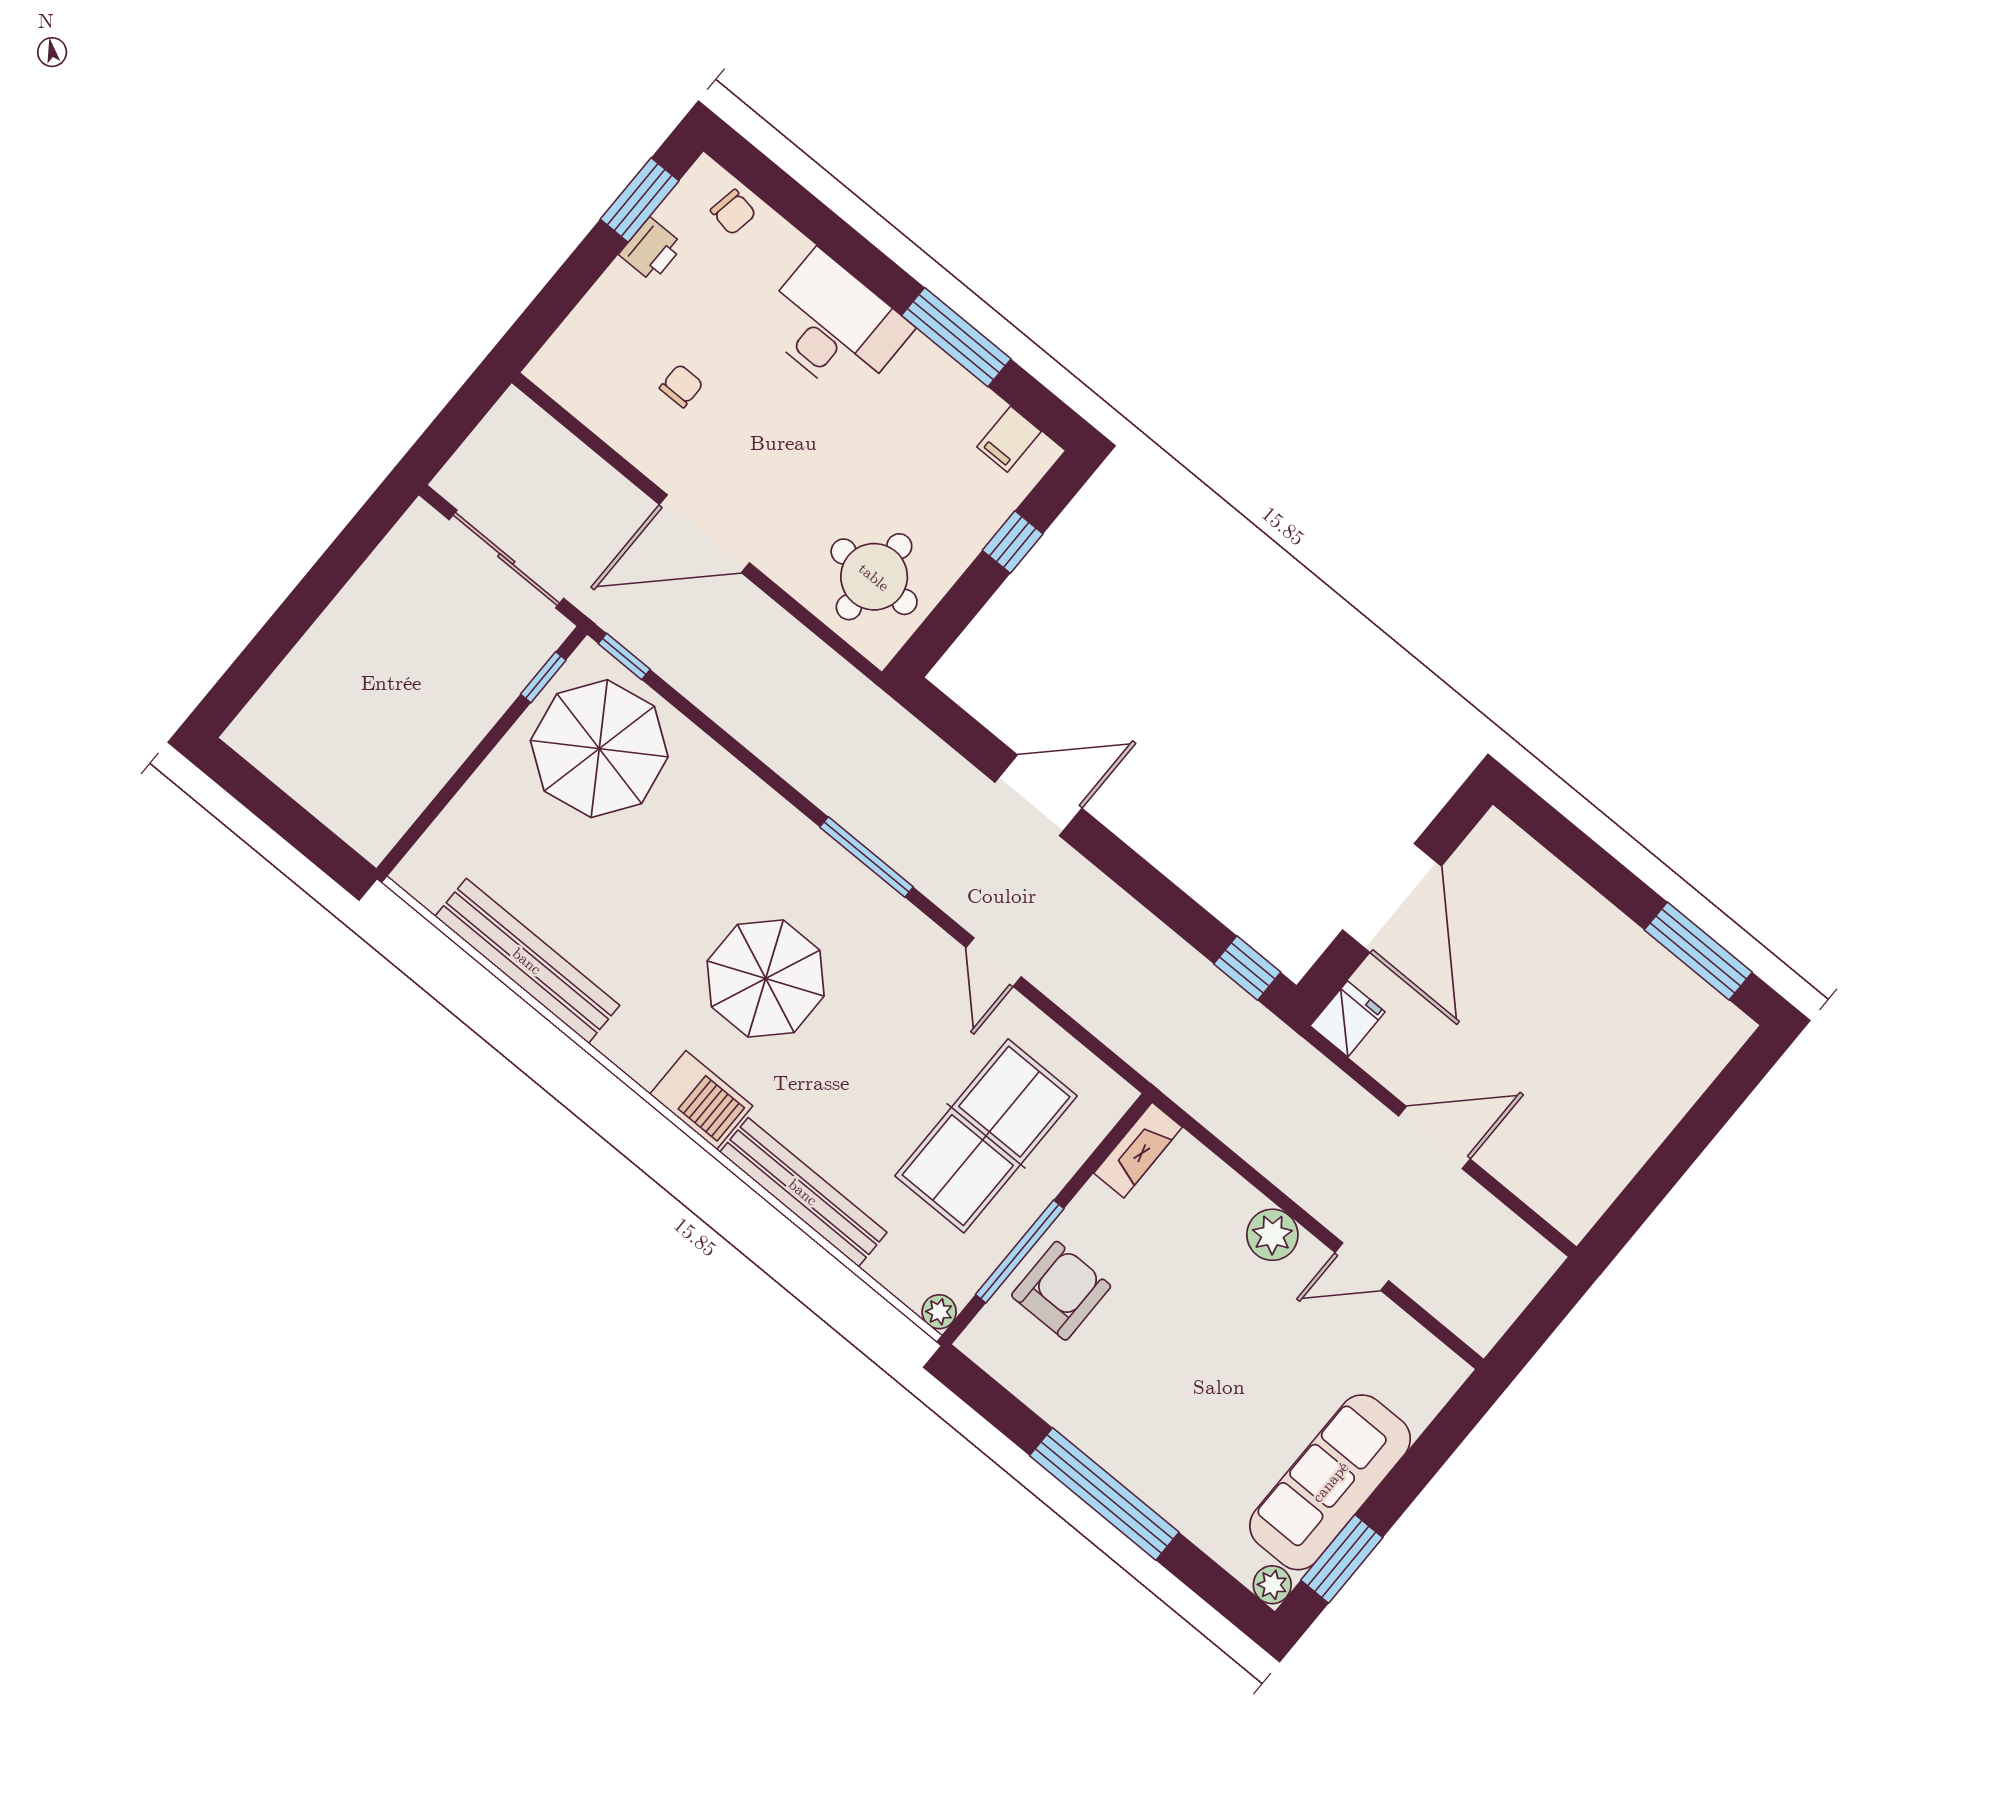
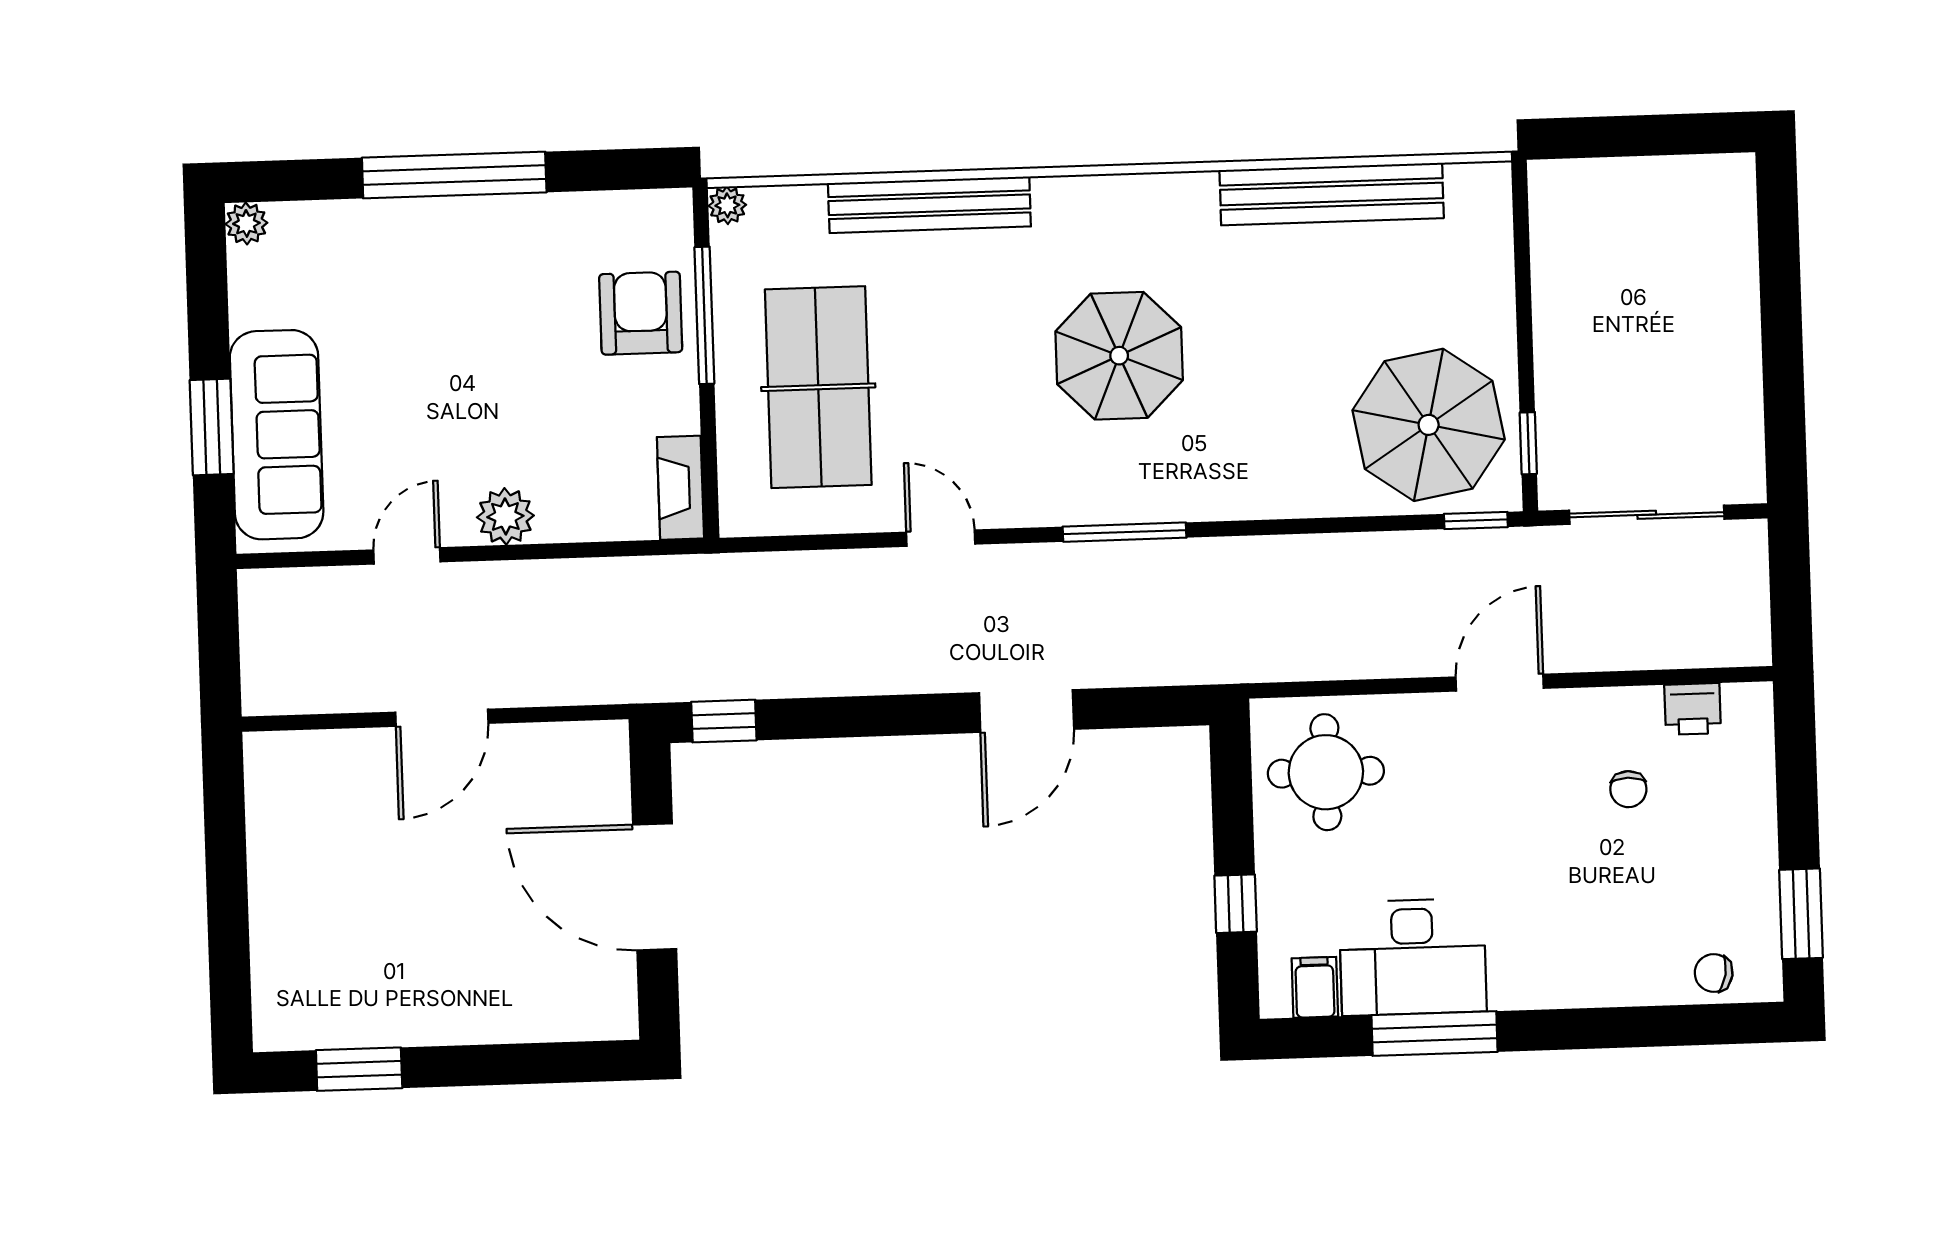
printer: (651, 250) -> (1693, 709), moved, turned -90
desk: (834, 326) -> (1413, 957), moved
door: (704, 534) -> (1500, 683), width x0.73
window: (1698, 951) -> (359, 1069), width x0.69
fridge: (1348, 1019) -> (602, 753), removed
barbecue: (701, 1100) -> (1083, 206), removed
armchair: (1061, 1291) -> (641, 313), turned 180
sofa: (1330, 1482) -> (277, 435), moved
window: (1342, 1559) -> (212, 427), moved

